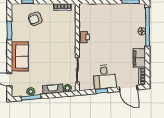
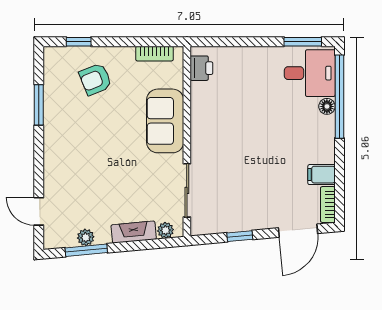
printer: (84, 37) -> (201, 68), moved
sofa: (20, 56) -> (165, 121), moved, turned 180
filing cabinet: (139, 58) -> (321, 175), width x0.50
desk: (104, 77) -> (310, 73), moved, turned -85
door: (128, 88) -> (298, 231), hinge flipped

